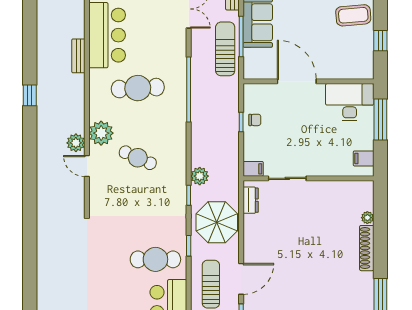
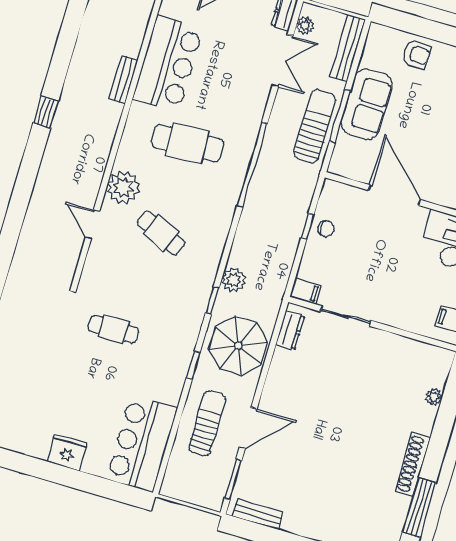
plant: (76, 143) -> (87, 190), removed
shoe rack: (367, 248) -> (413, 465), moved
cafe table: (155, 259) -> (113, 329), moved, width x0.73, depth x0.74

